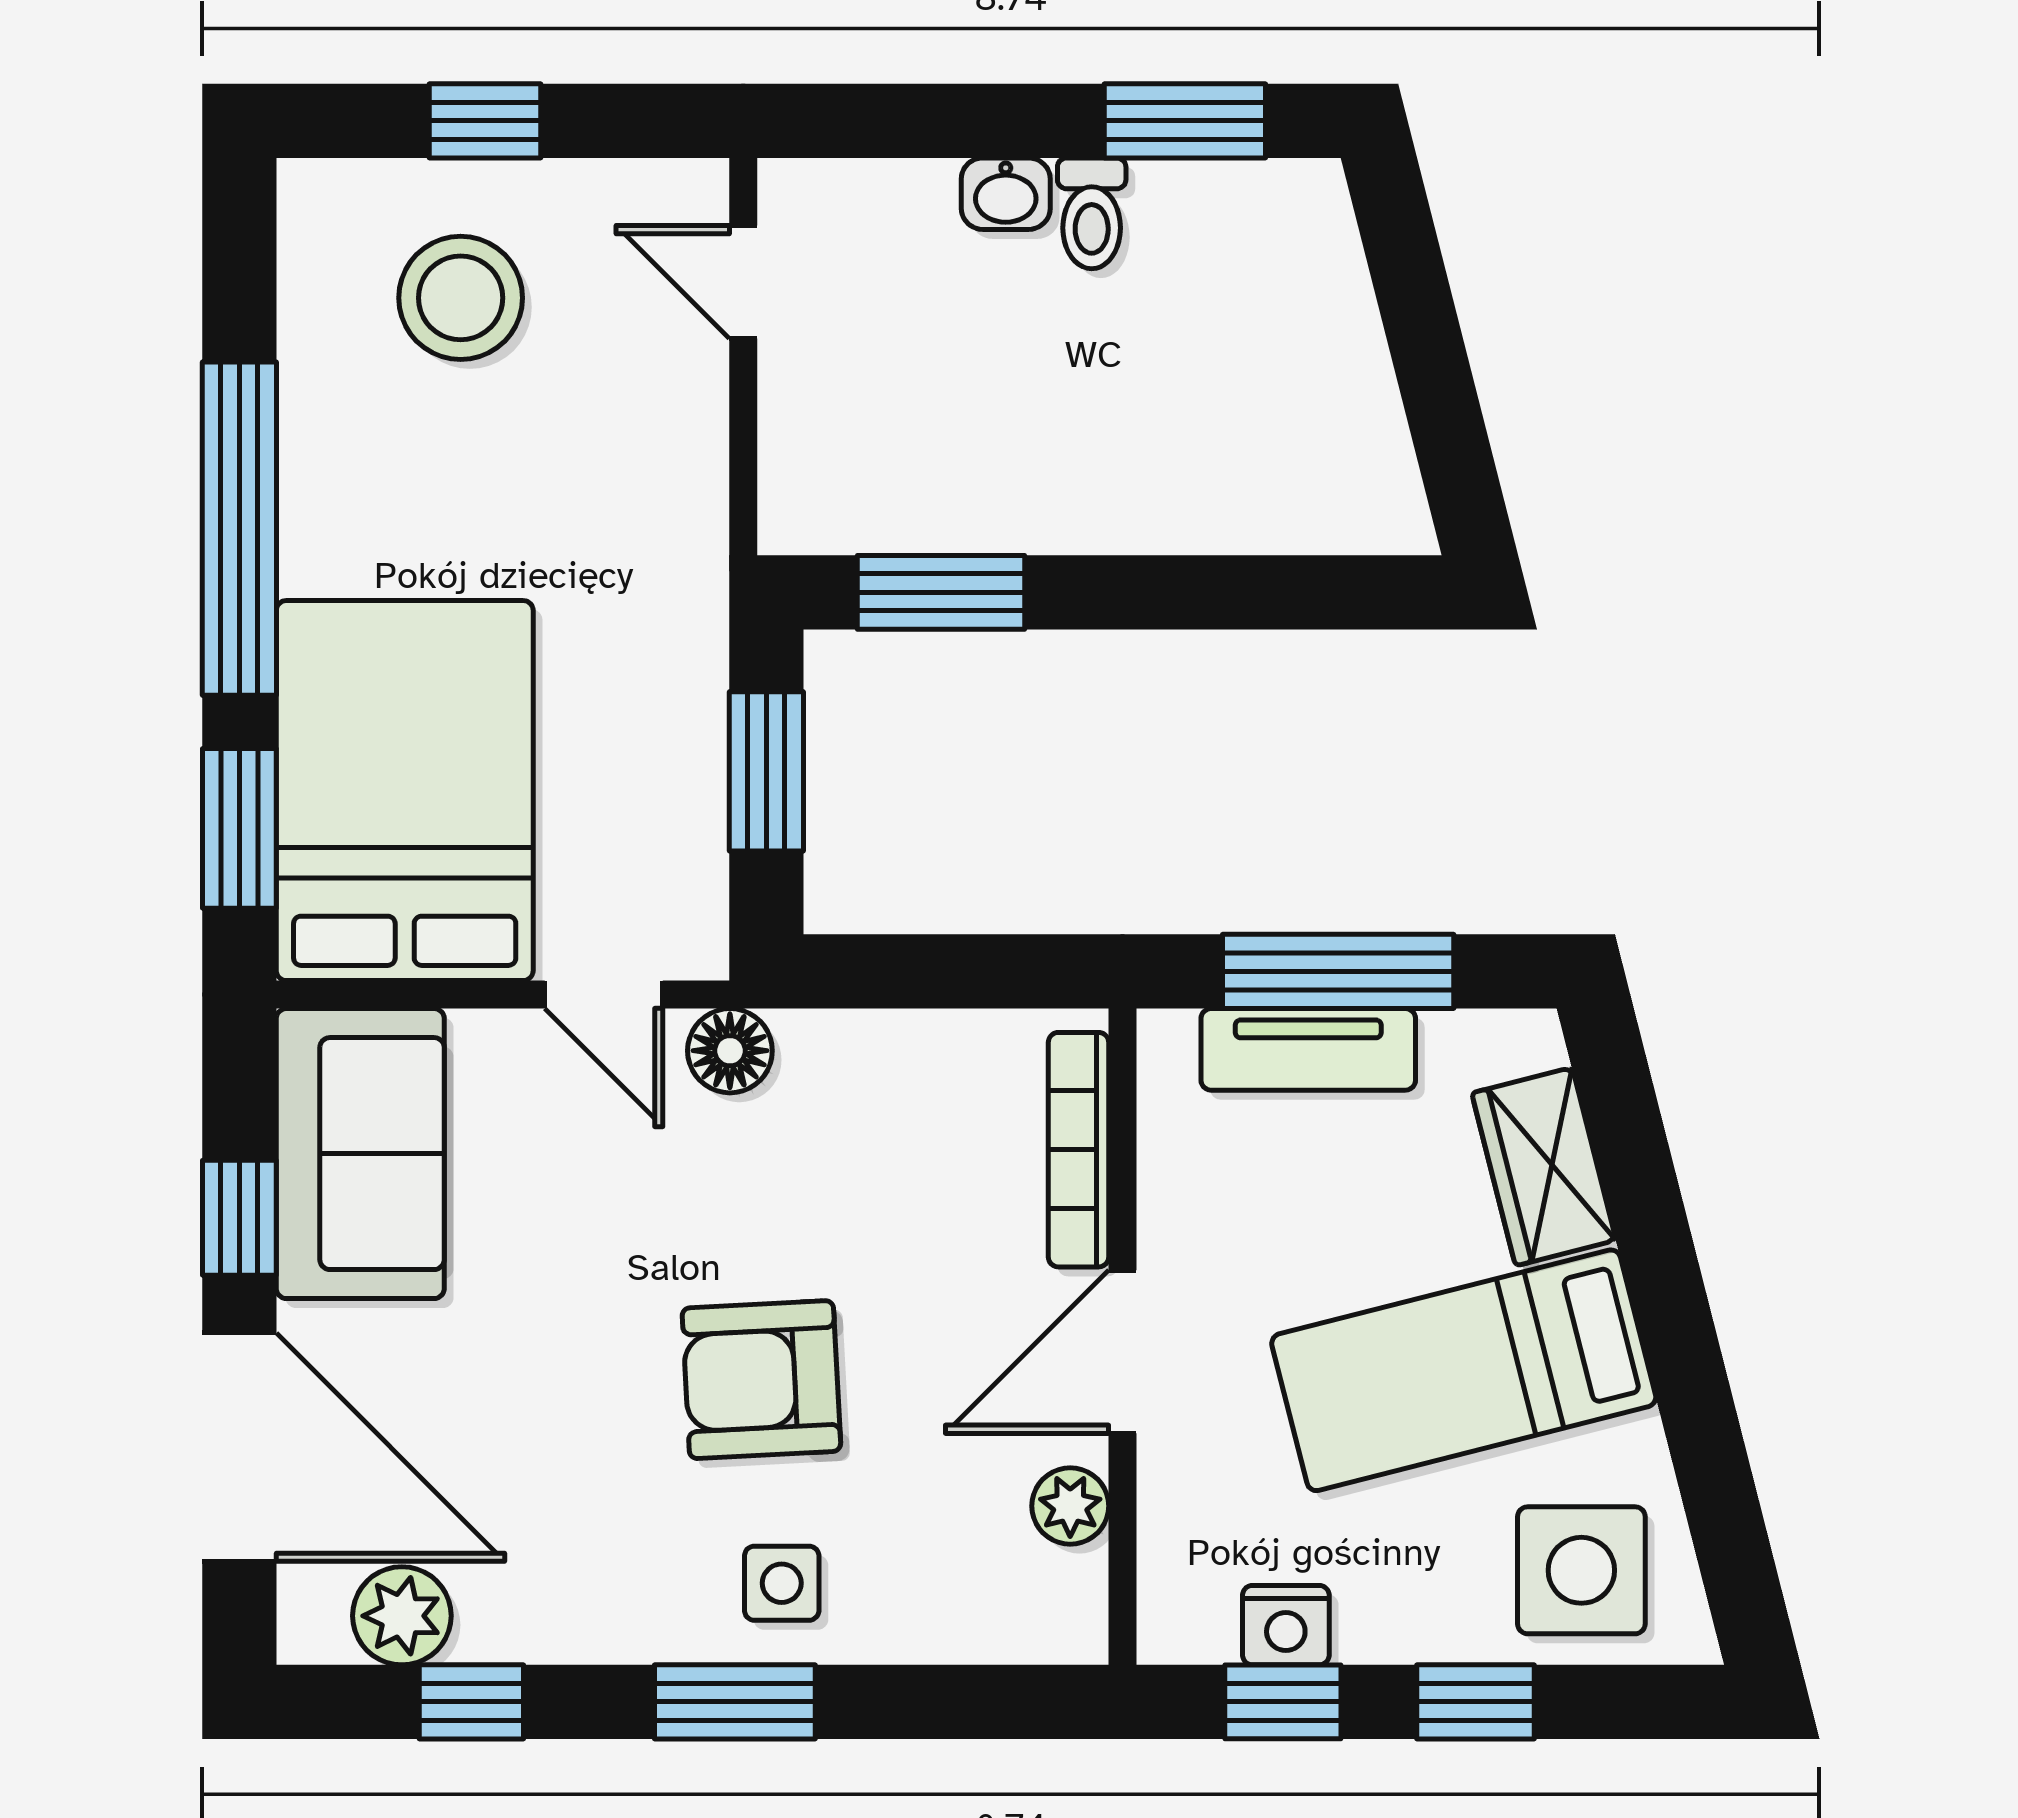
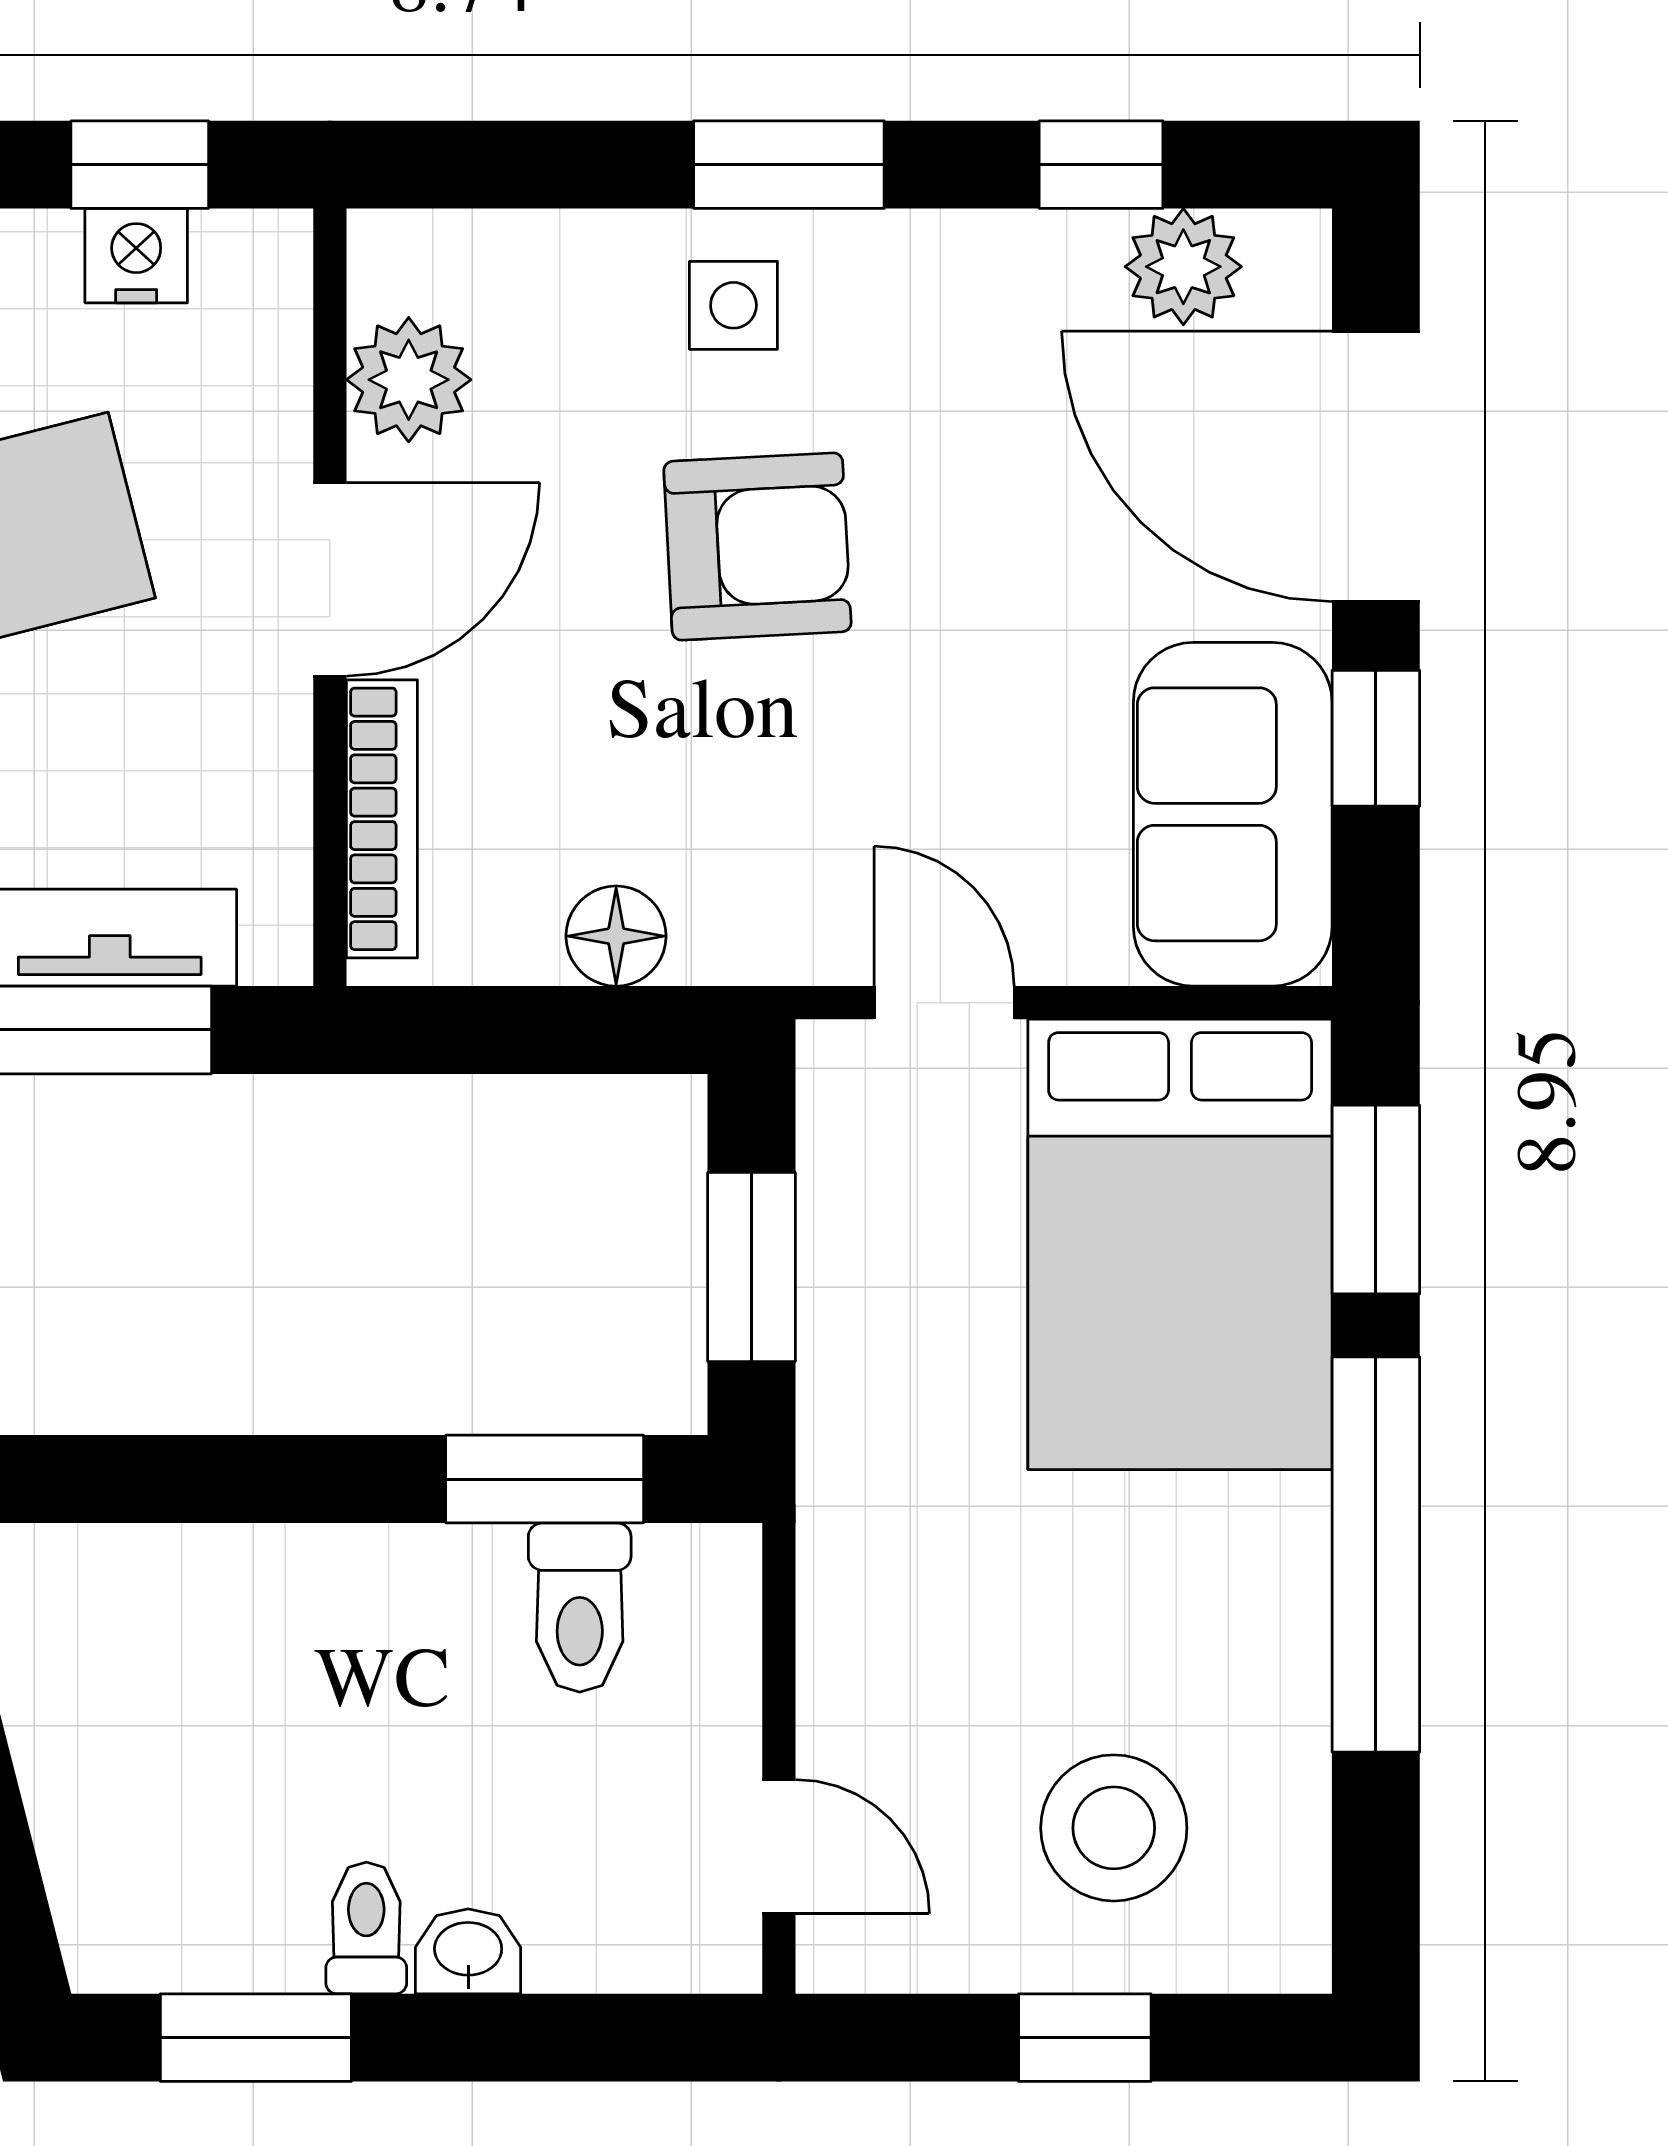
toilet: (911, 484) -> (580, 1607), added
floor lamp: (730, 1051) -> (616, 936), moved
plant: (1070, 1506) -> (409, 380), width x1.38, depth x1.38

